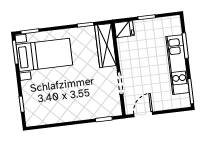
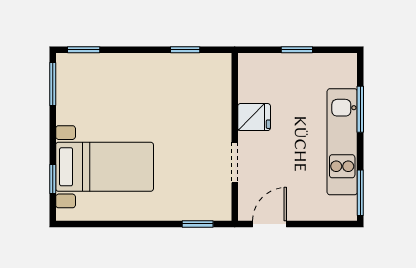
fridge: (124, 29) -> (254, 117), moved
wardrobe: (105, 45) -> (217, 92), removed
bed with nightstands: (44, 55) -> (105, 167), moved

